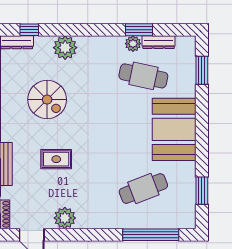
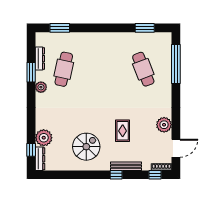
plant: (133, 44) -> (41, 87), moved
plant: (65, 48) -> (44, 138), moved
spiral stairs: (47, 100) -> (86, 147), moved
booth: (174, 129) -> (101, 47), removed

